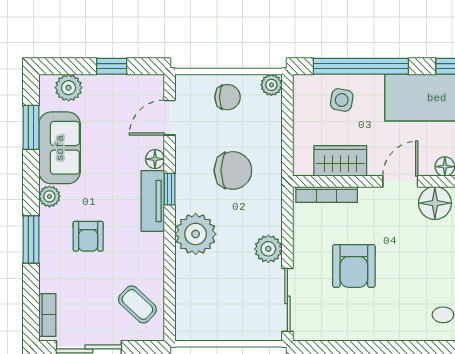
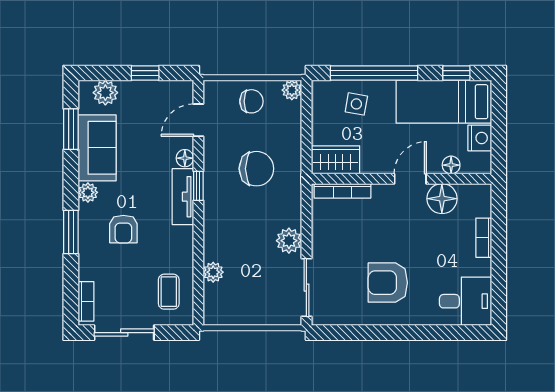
wardrobe: (340, 161) -> (335, 160), moved
plant: (196, 234) -> (213, 272), moved, width x0.53, depth x0.53
armchair: (354, 266) -> (388, 283), moved, turned 90
coffee table: (137, 304) -> (169, 292), turned 47

